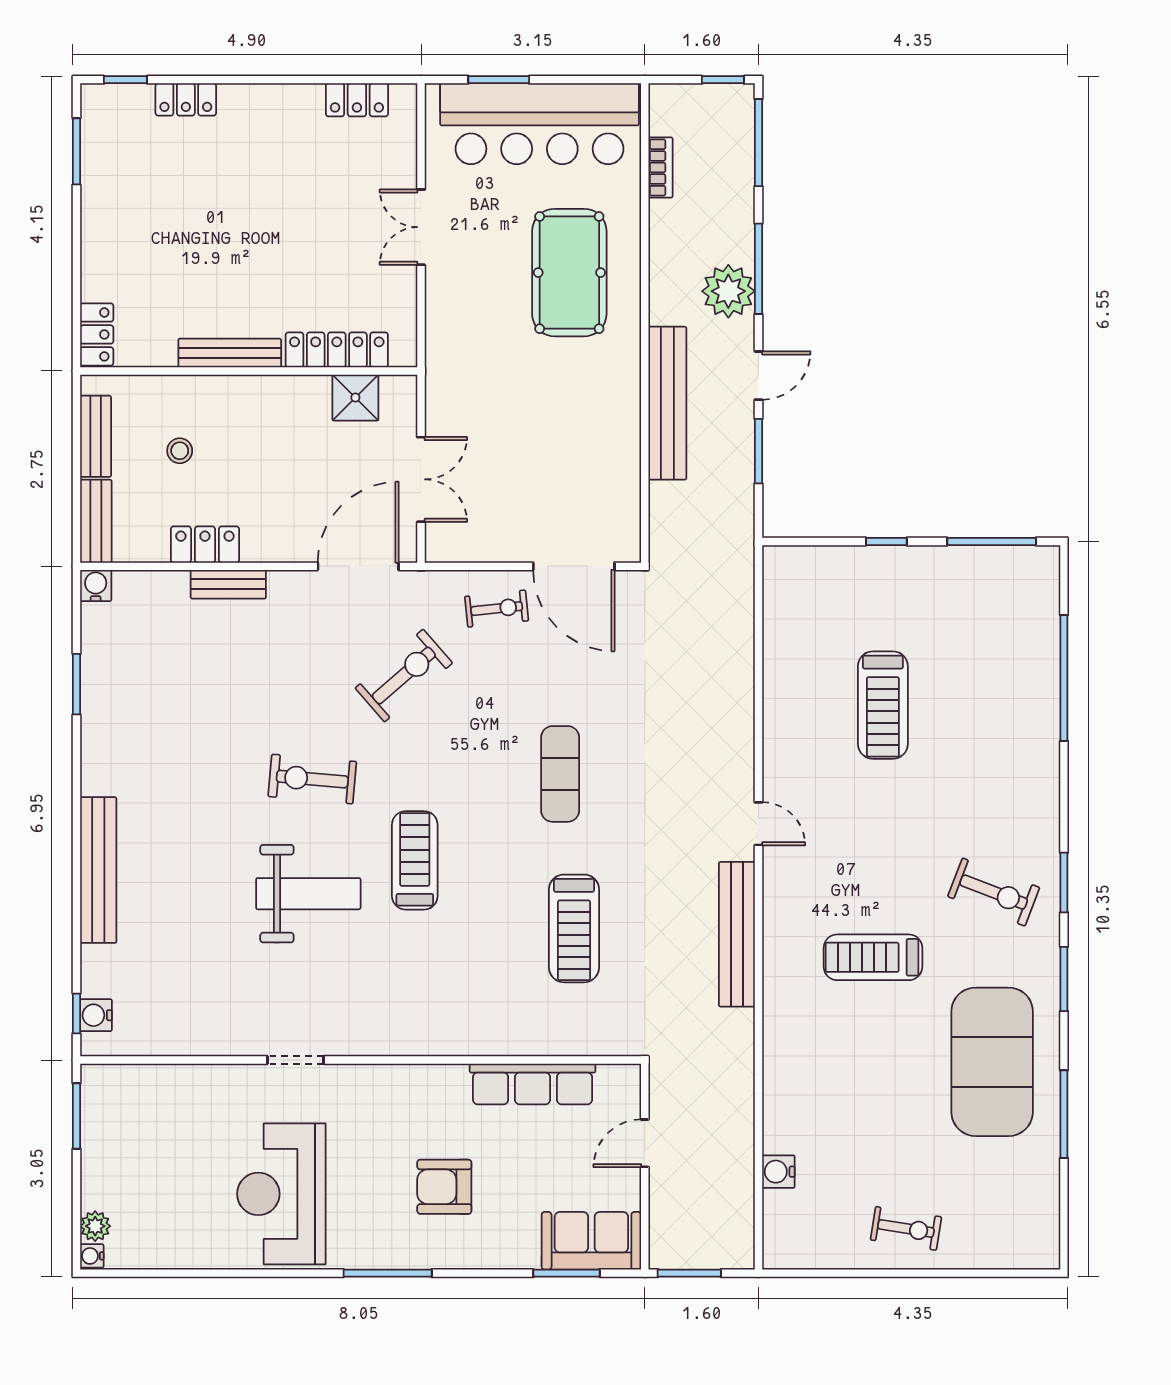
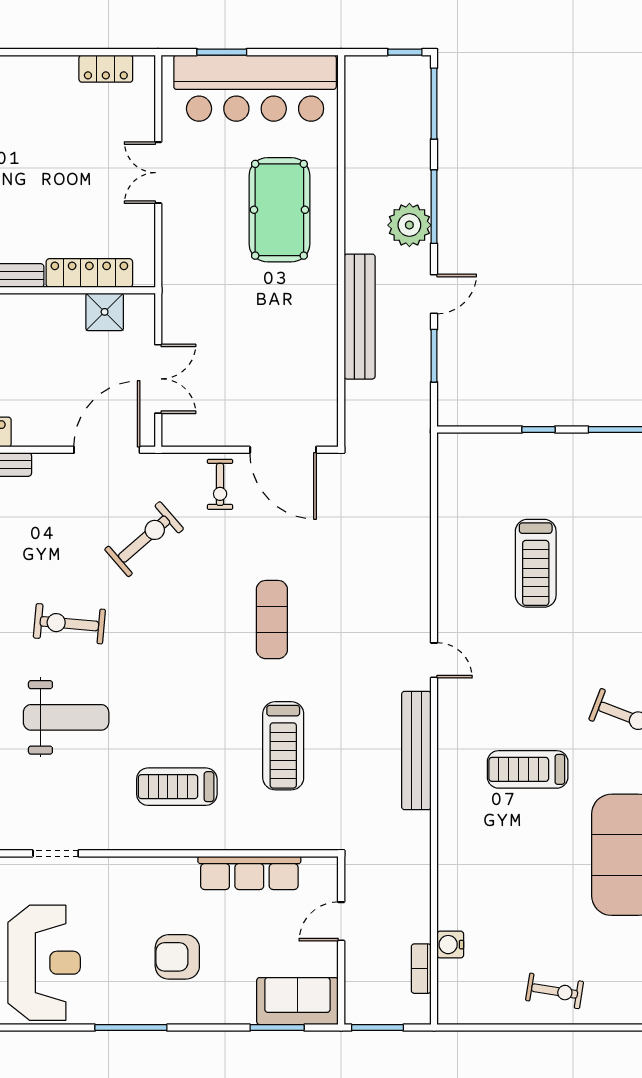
bookcase: (660, 167) -> (421, 969), moved, turned 180
exercise bike: (497, 609) -> (220, 484), turned 96
treadmill: (415, 860) -> (177, 787), moved, turned -90
reception desk: (281, 1194) -> (44, 963), turned 180

